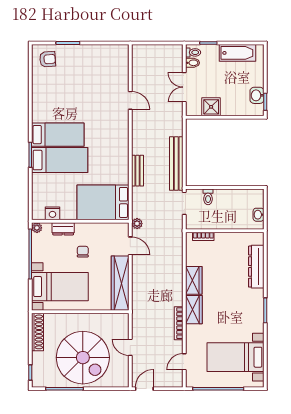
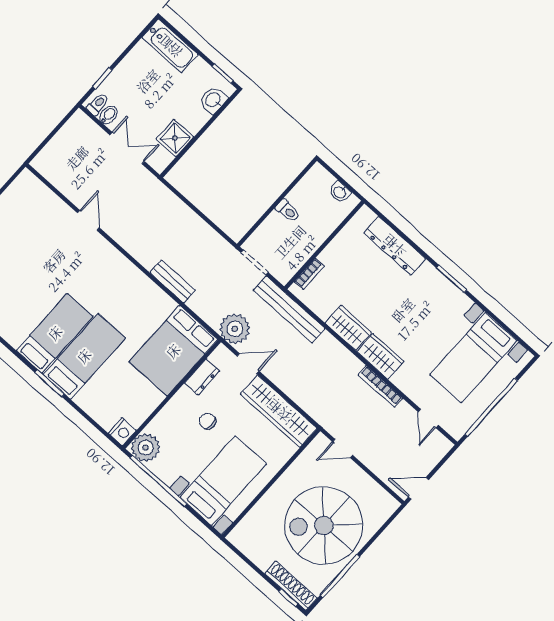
bathtub: (237, 53) -> (170, 46), moved, turned 90
double door: (184, 87) -> (127, 148), swing flipped
washbasin: (257, 95) -> (213, 100), moved, turned 90
door: (130, 100) -> (88, 220), hinge flipped
bench: (176, 163) -> (289, 309), moved
toilet: (208, 197) -> (288, 211), moved
nightstand: (52, 213) -> (122, 432), moved
plant: (137, 224) -> (235, 329), width x1.87, depth x1.87
plant: (37, 228) -> (146, 448), width x1.88, depth x1.88
dresser: (63, 229) -> (202, 377), moved
shoe rack: (38, 332) -> (291, 586), moved
door: (130, 347) -> (343, 448), moved
spiral stairs: (83, 358) -> (324, 525), turned 180
door: (144, 389) -> (418, 488), hinge flipped

